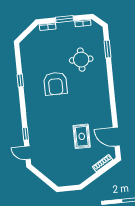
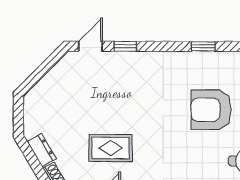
window: (20, 81) -> (203, 46), moved
dresser: (87, 174) -> (42, 150), added

